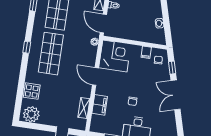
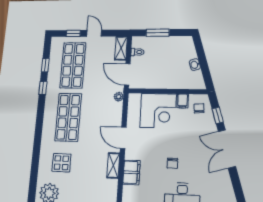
window: (27, 47) -> (43, 88), moved
corner desk: (115, 56) -> (158, 111), moved, turned 90
display table: (32, 91) -> (61, 163), moved
shelving: (84, 108) -> (113, 165), moved

